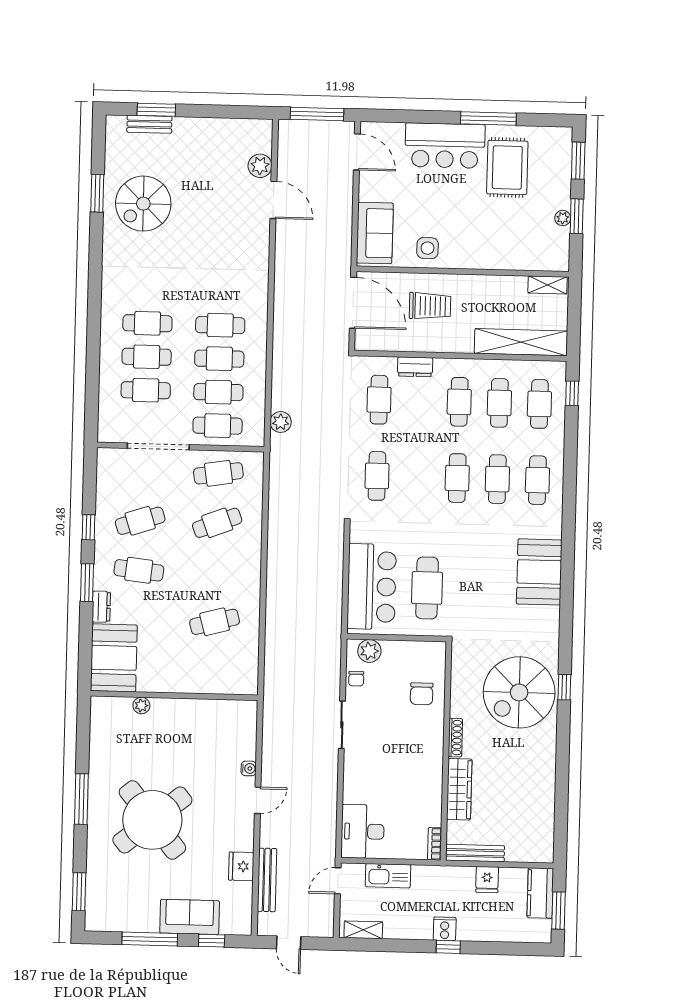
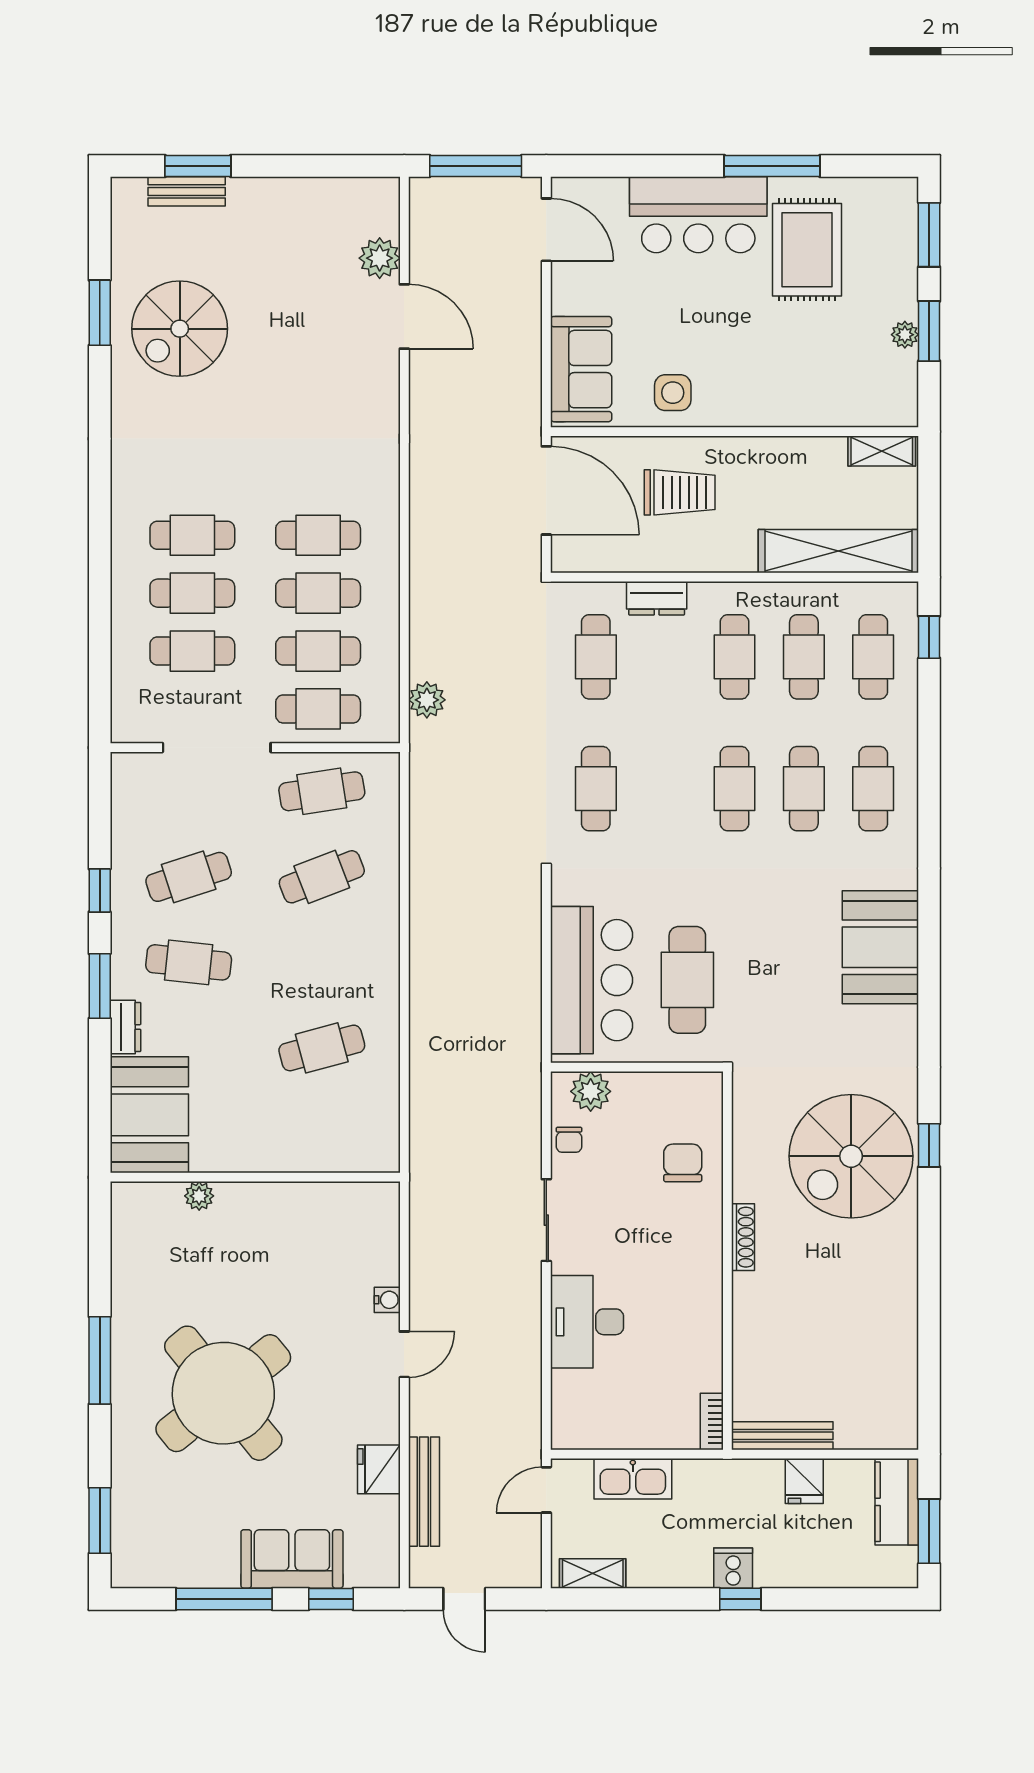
chair: (422, 694) -> (683, 1163), turned 180
wardrobe: (459, 789) -> (752, 1326), removed
desk: (363, 831) -> (587, 1322), moved

